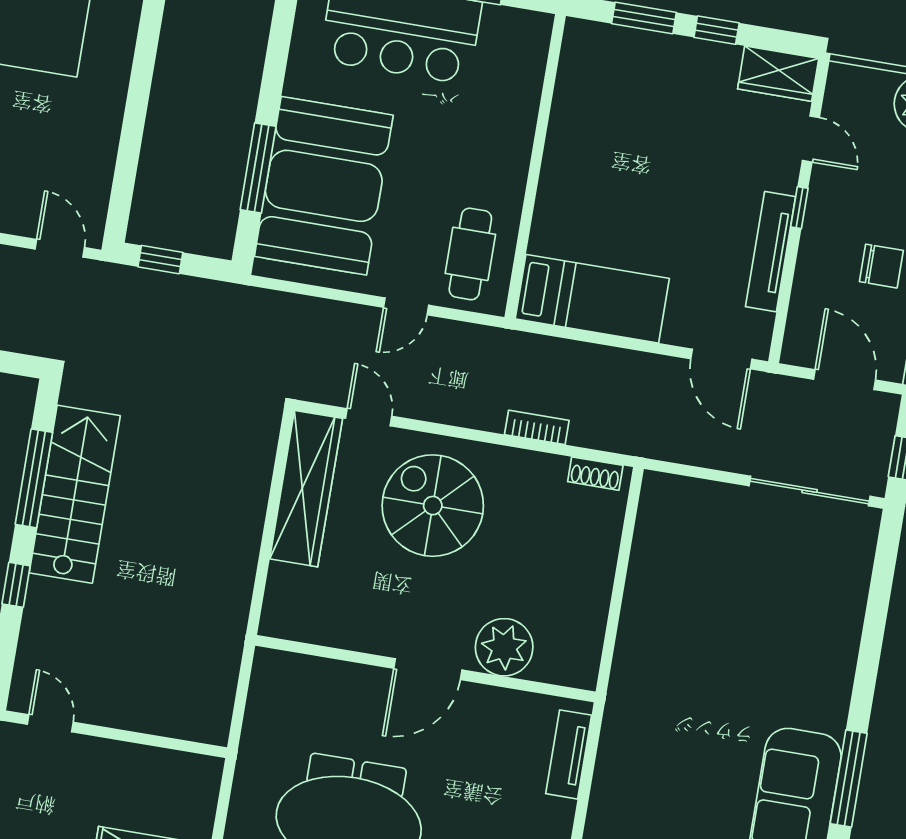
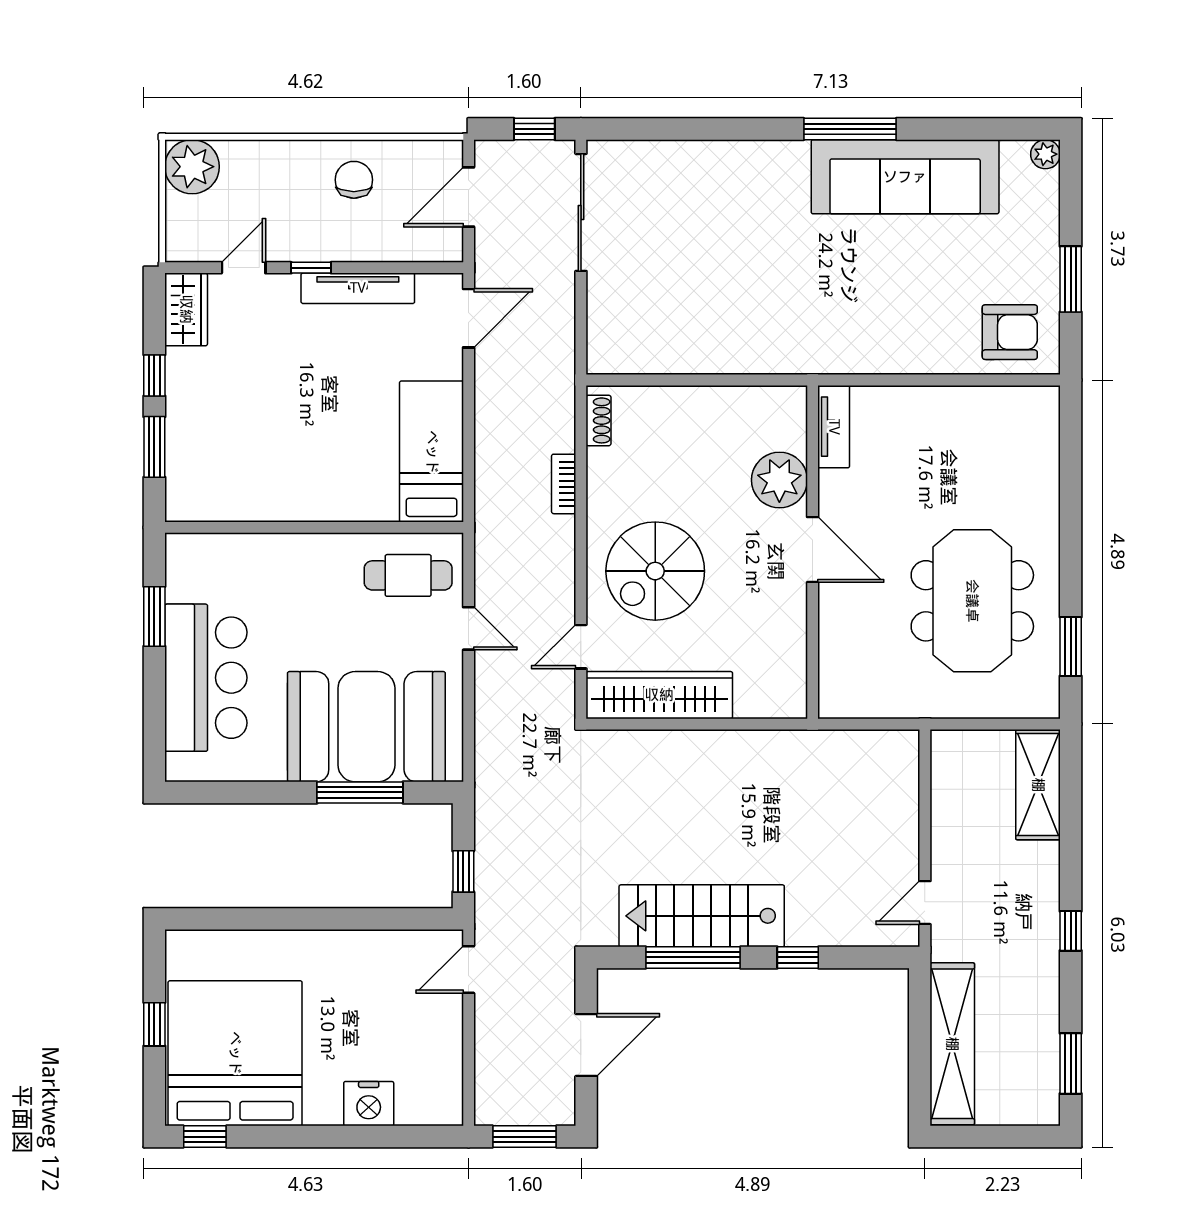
tv unit: (569, 754) -> (834, 427), moved, turned -90

